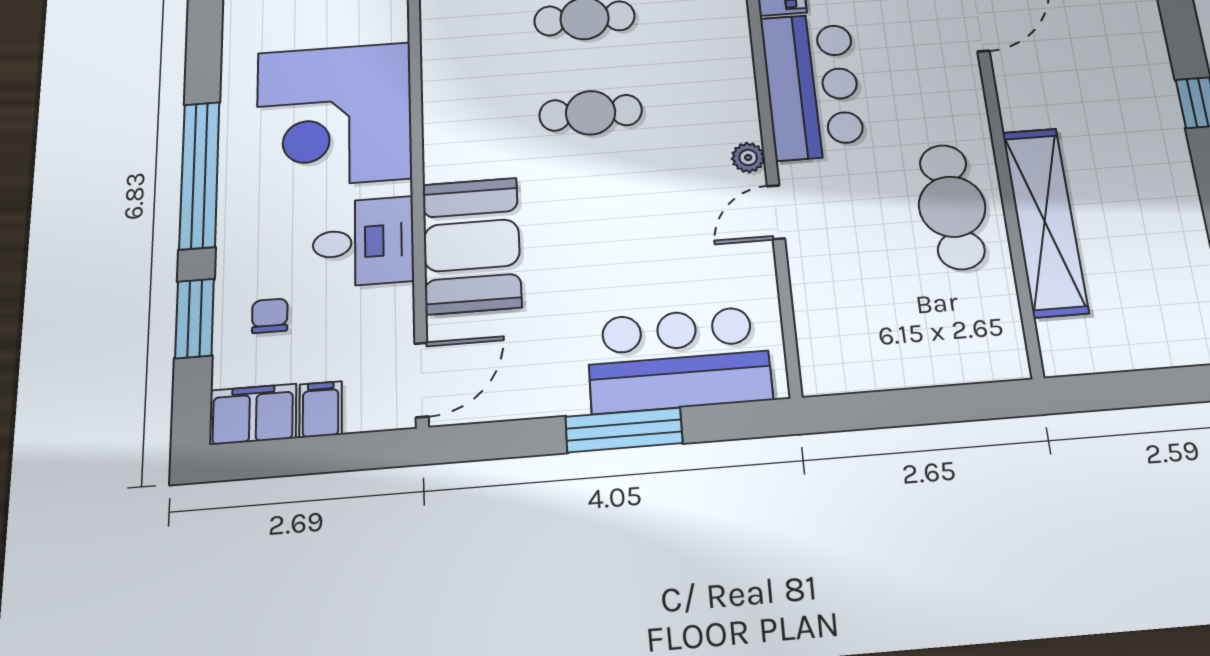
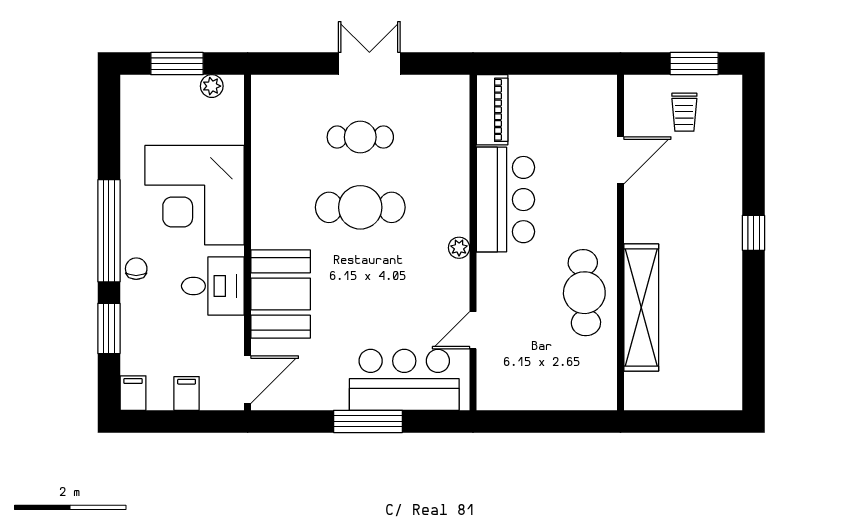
cafe table: (591, 113) -> (360, 207), width x1.37, depth x1.35
door: (776, 212) -> (473, 330), moved
chair: (270, 316) -> (136, 269), moved
filing cabinet: (253, 414) -> (133, 393), width x0.50

